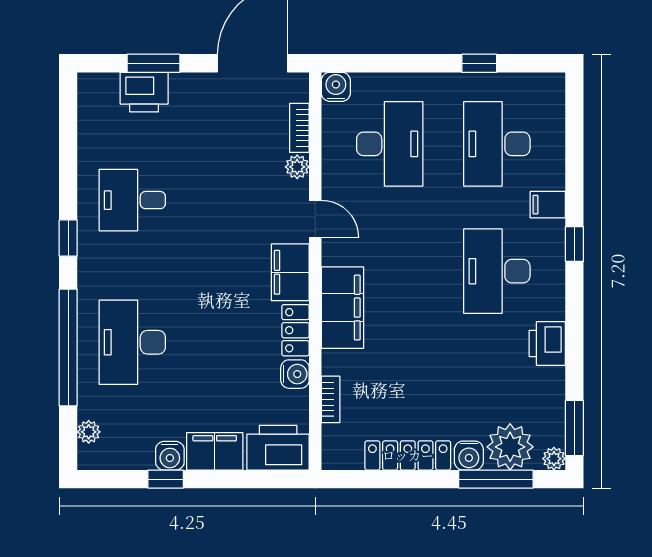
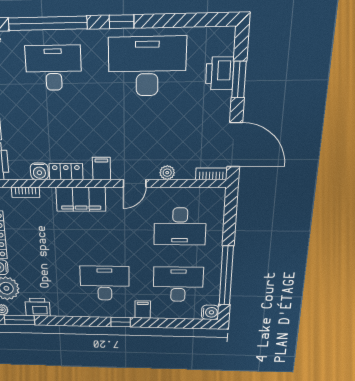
window: (479, 63) -> (226, 276), width x3.17
water cooler: (336, 87) -> (210, 312), moved
bookcase: (299, 128) -> (211, 174), moved
desk: (132, 200) -> (147, 66), width x1.87, depth x1.30
filing cabinet: (290, 272) -> (101, 169), width x0.50
printer: (547, 343) -> (38, 307), moved

